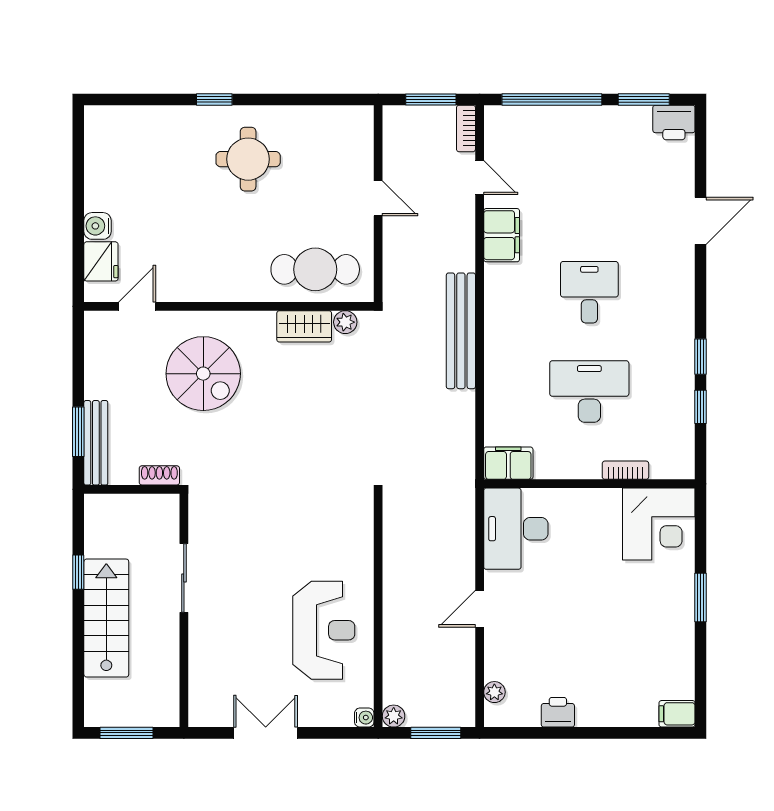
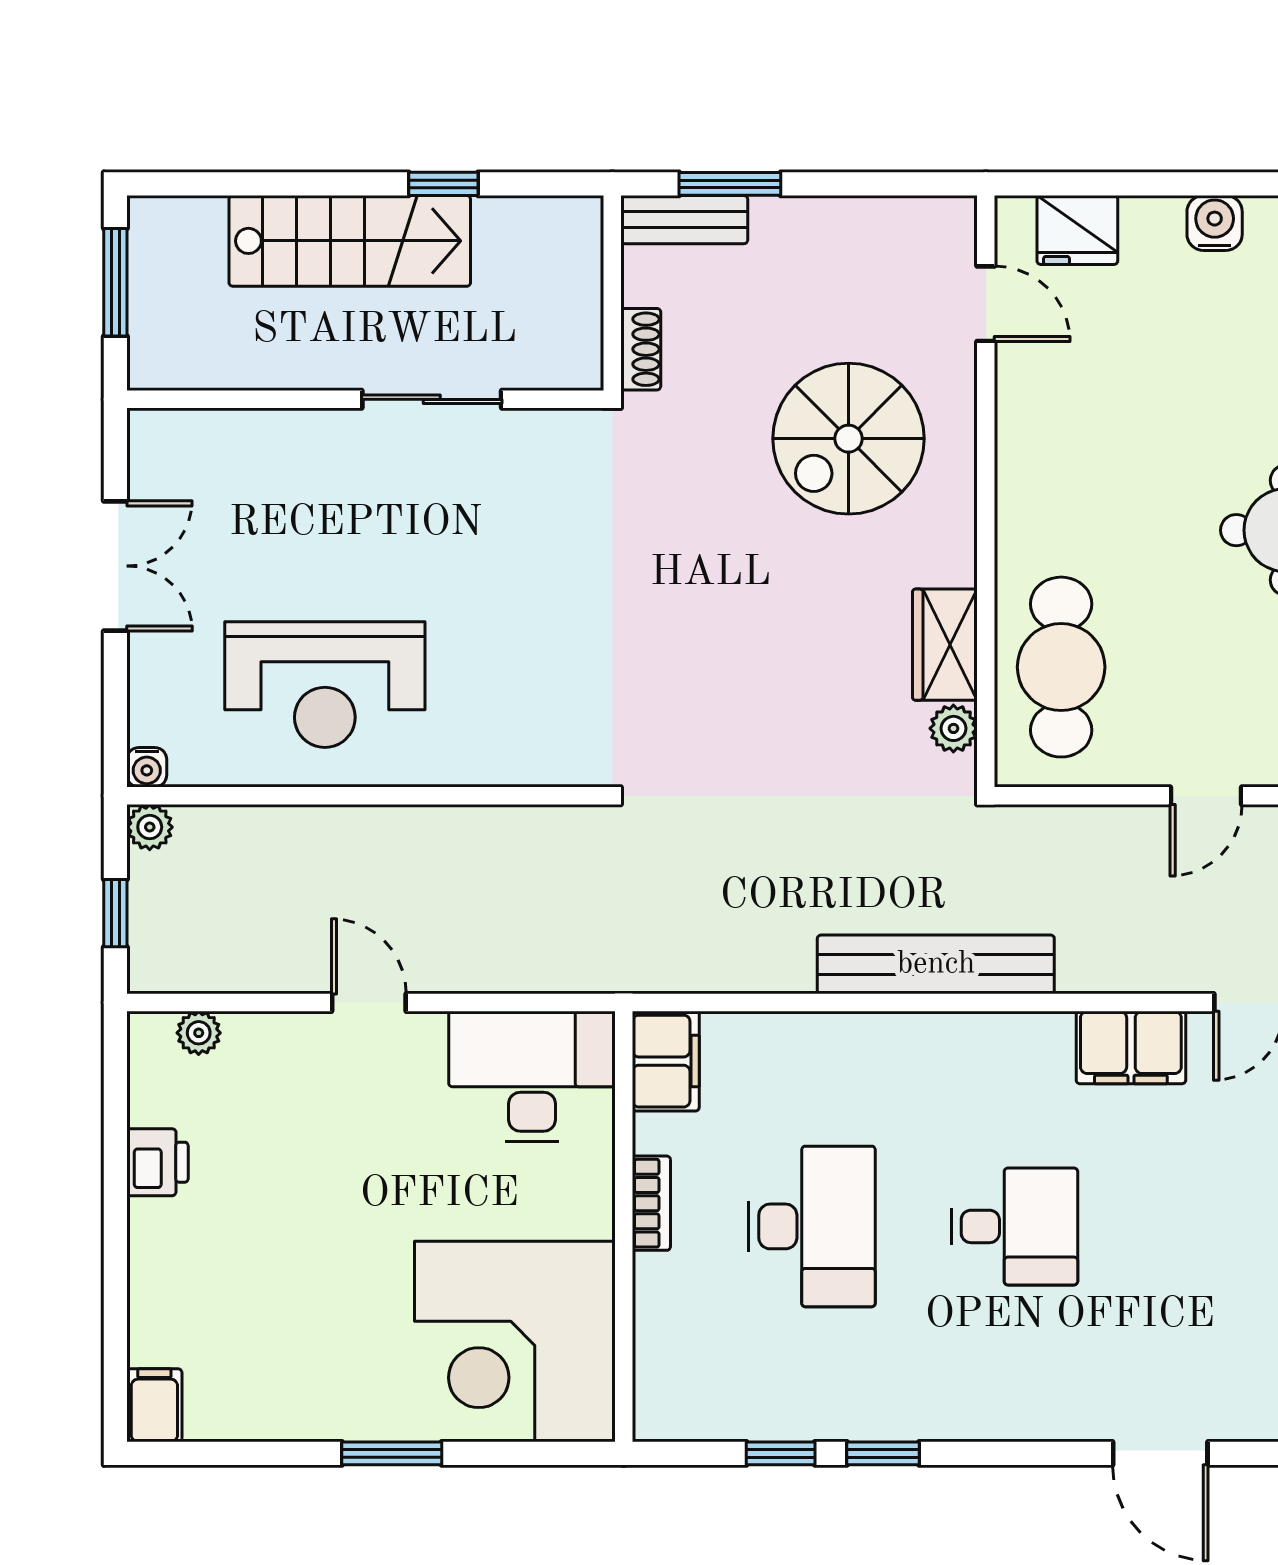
water cooler: (98, 226) -> (1215, 223), moved
bench: (96, 443) -> (684, 220), width x0.73
bookcase: (625, 470) -> (651, 1203), moved
corner desk: (659, 524) -> (515, 1341), width x1.36, depth x1.36
window: (436, 733) -> (115, 913), width x0.67

